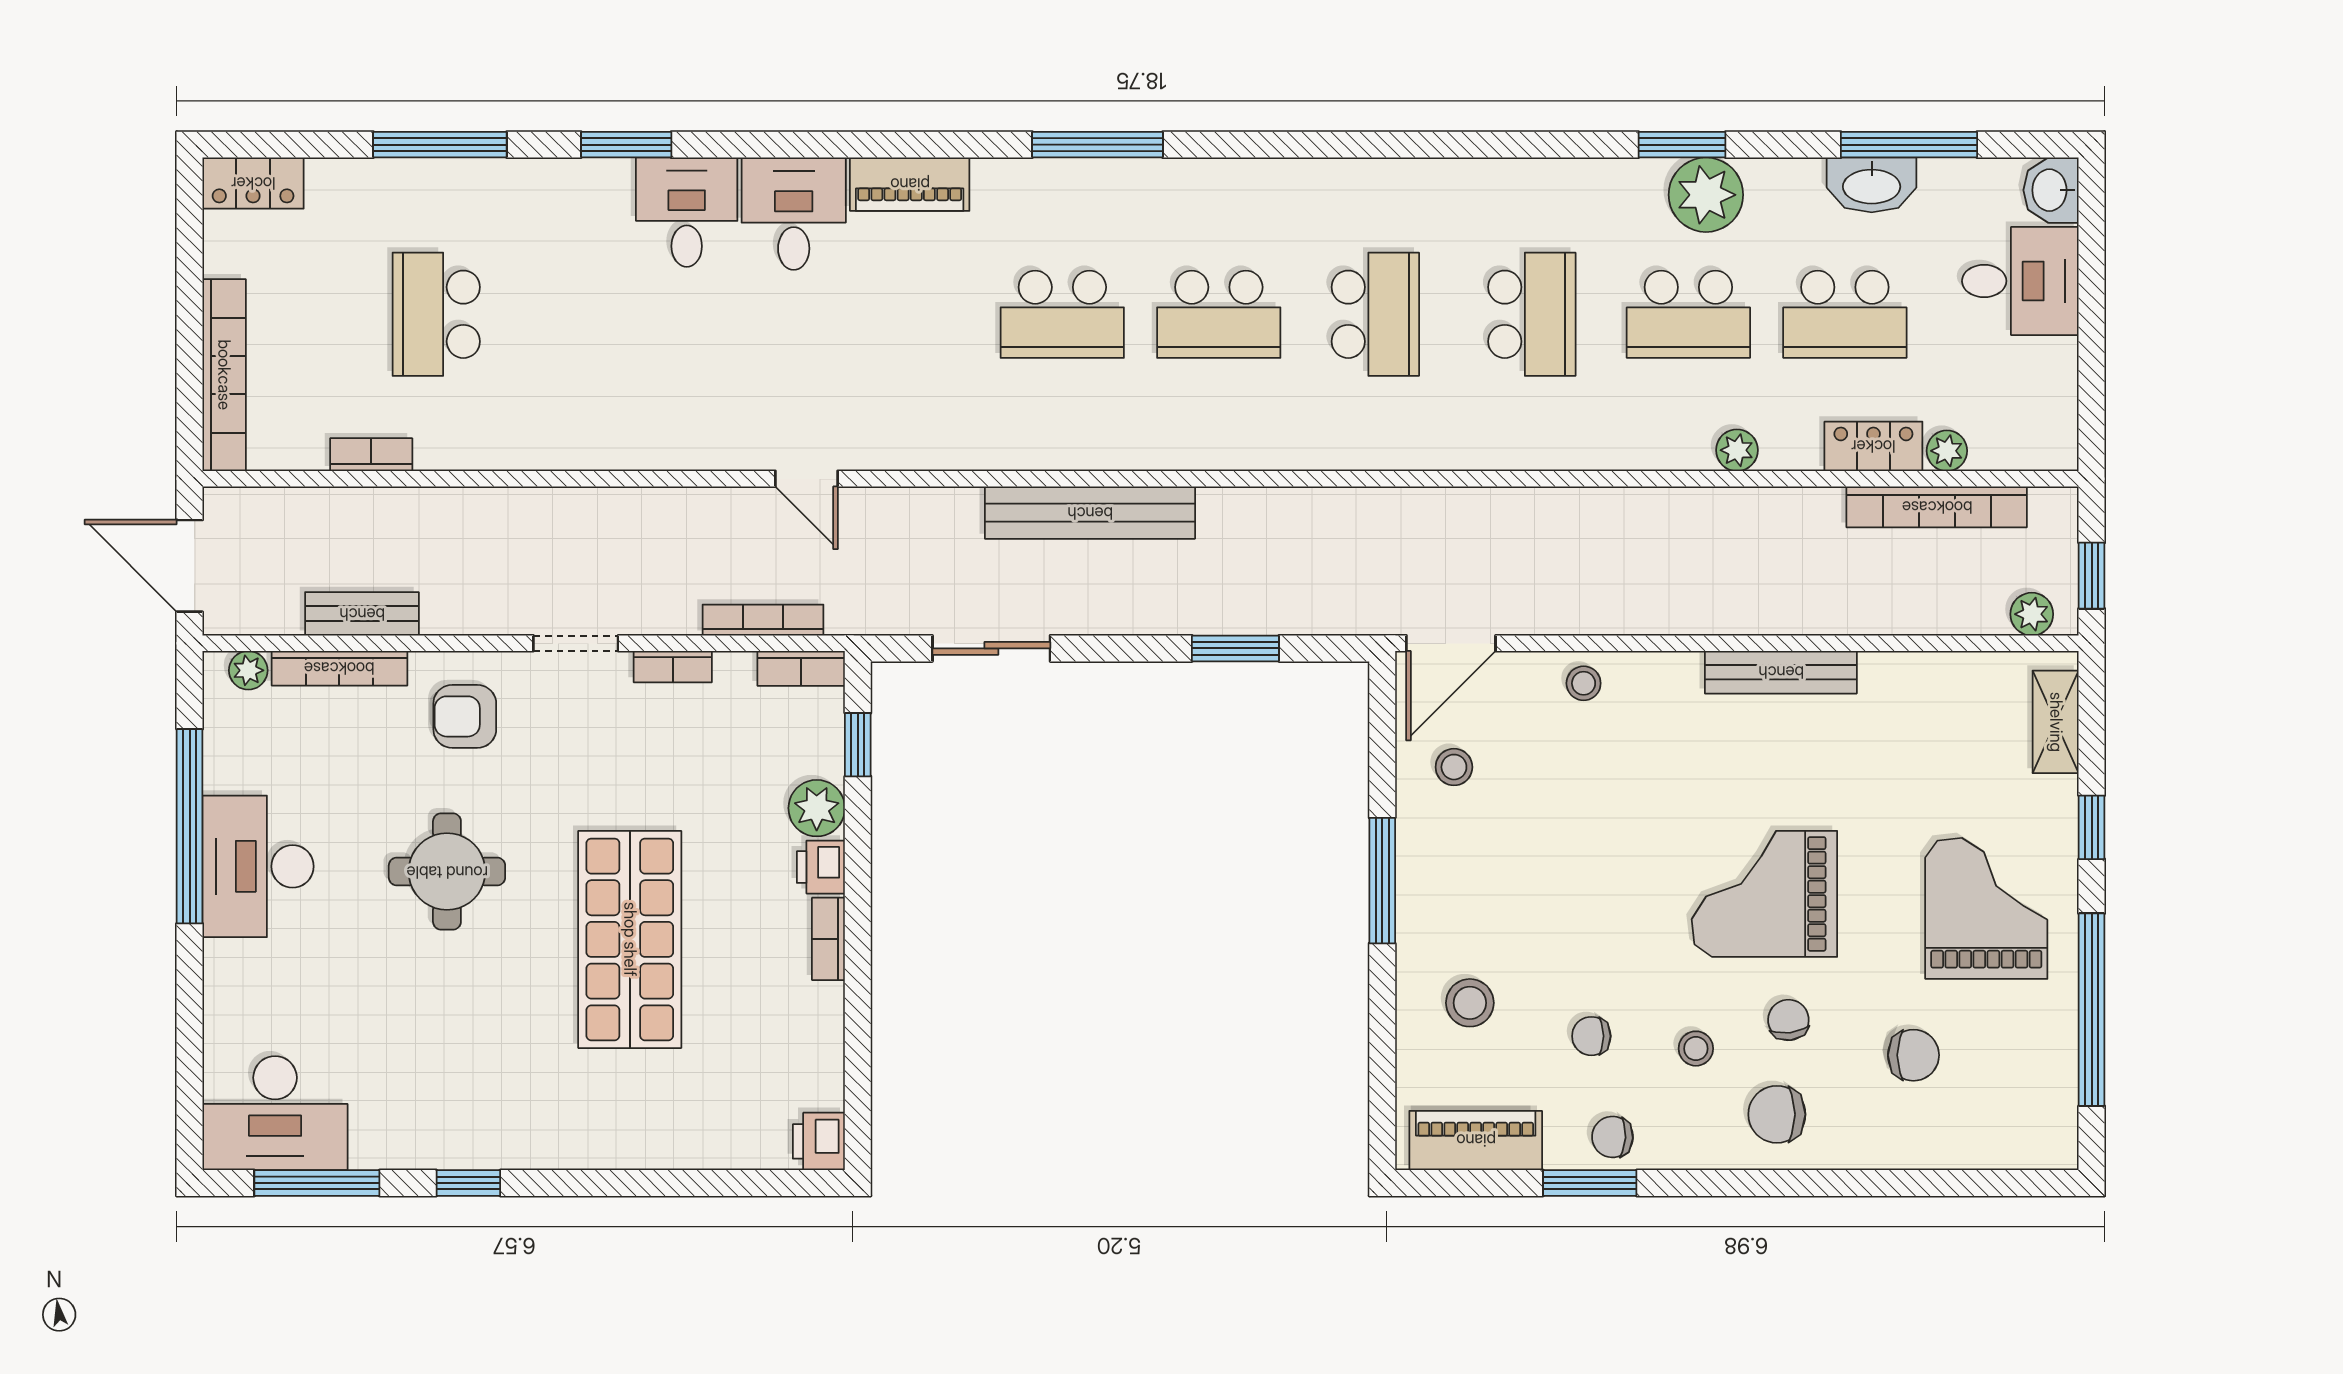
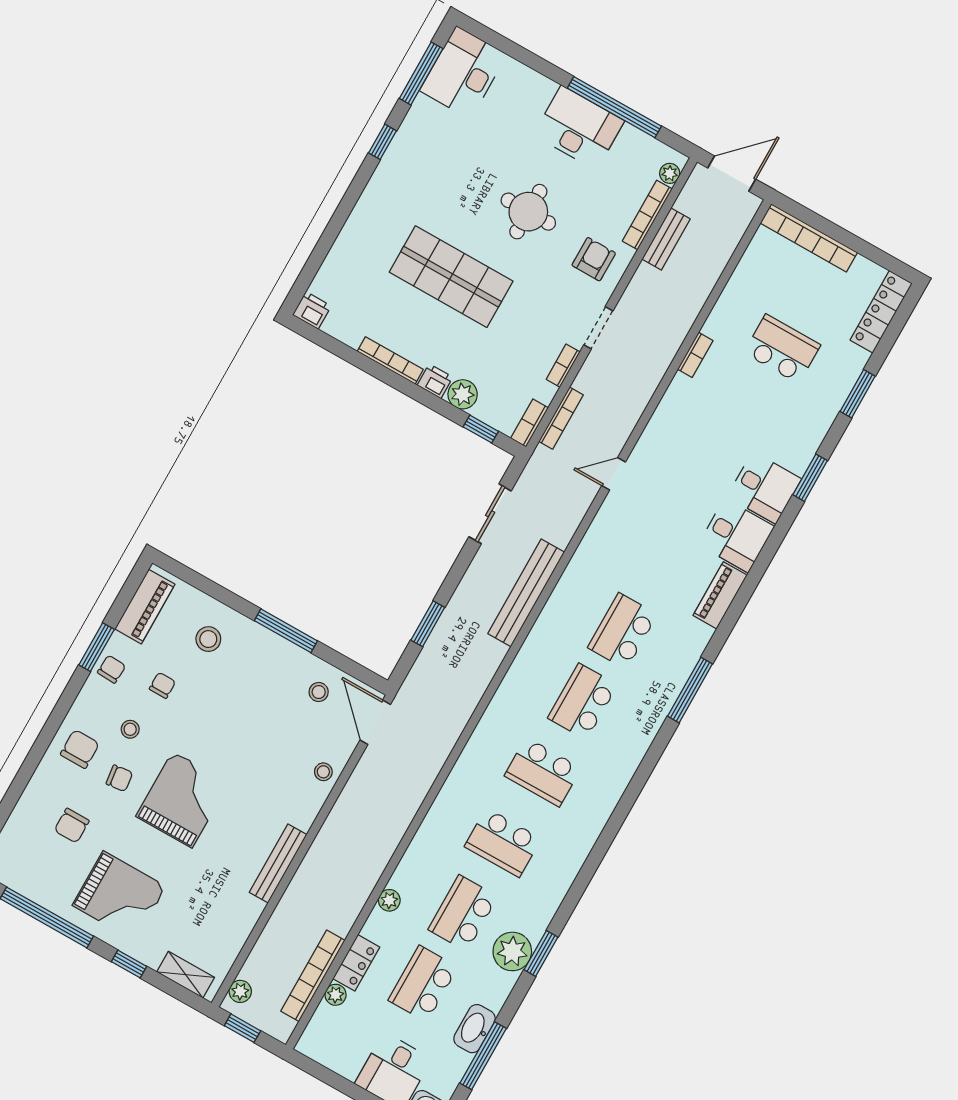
window: (440, 145) -> (858, 394), width x0.69
locker: (253, 183) -> (881, 312), width x1.53
bookcase: (371, 455) -> (695, 355), moved
bookcase: (828, 939) -> (390, 360), width x1.56

